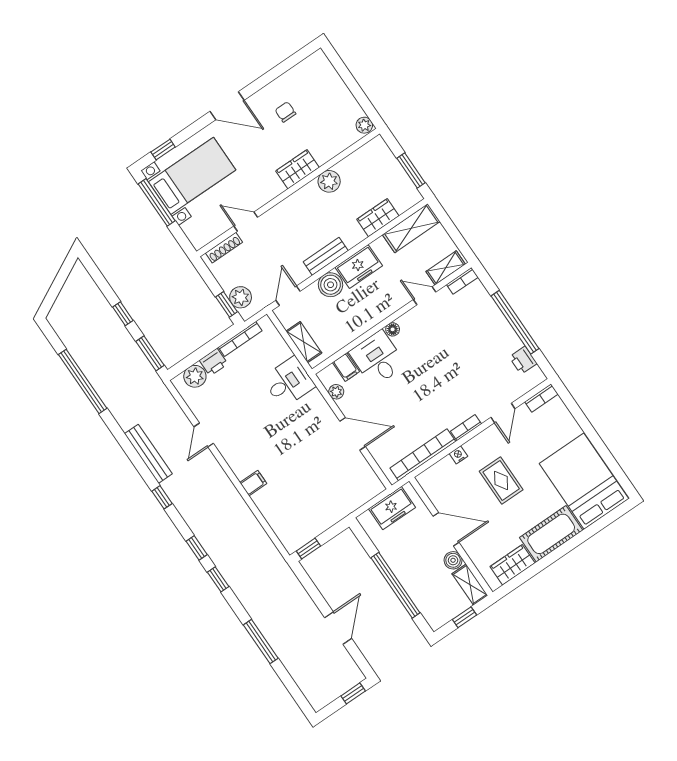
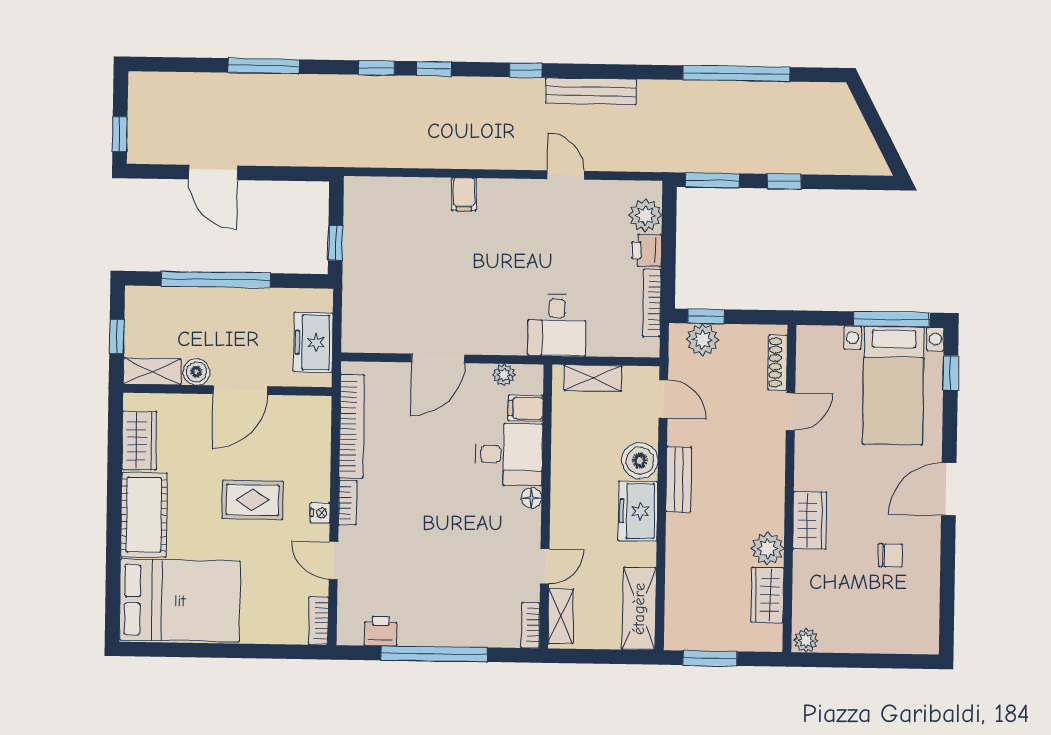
wardrobe: (378, 218) -> (767, 595), moved, turned 180
nightstand: (458, 455) -> (320, 513), moved
window: (308, 549) -> (336, 243), moved

